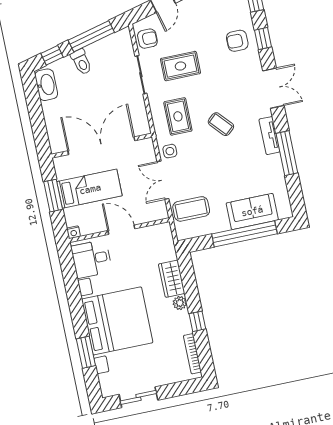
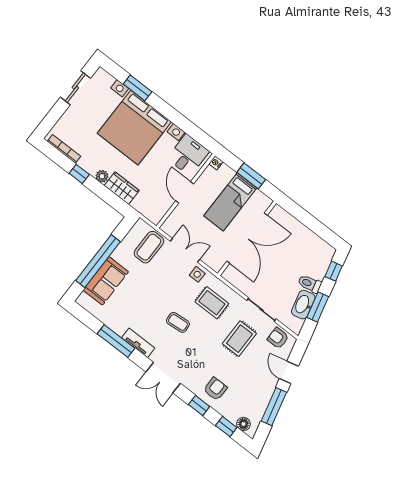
window: (91, 36) -> (318, 307), width x0.69
armchair: (147, 39) -> (278, 338), turned 90
washbasin: (46, 85) -> (303, 305), moved, turned 76
coffee table: (221, 124) -> (178, 322), turned 37
door: (121, 230) -> (185, 192), swing flipped

